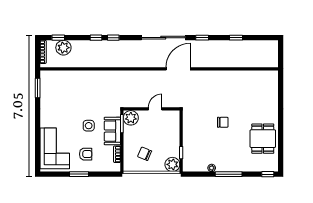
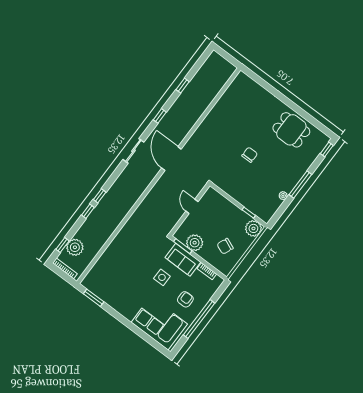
sliding door: (163, 38) -> (133, 151), width x0.54
plant: (131, 118) -> (195, 243), moved
window: (79, 174) -> (199, 319), width x2.11

